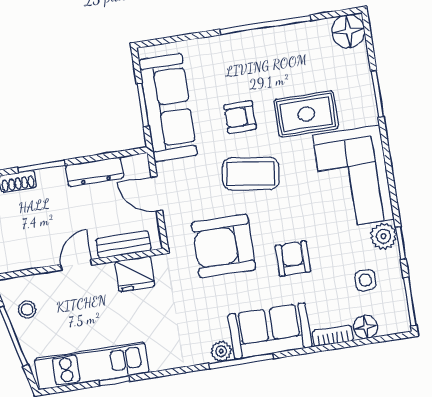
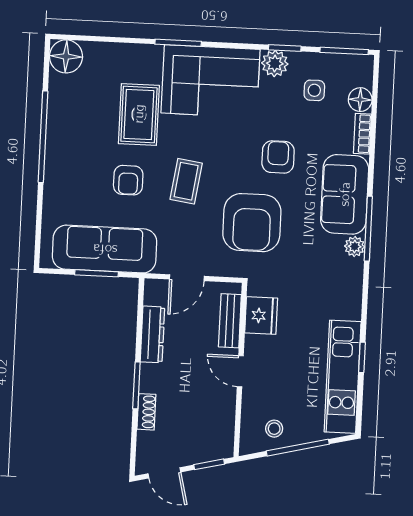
window: (377, 94) -> (178, 43), moved
coffee table: (251, 174) -> (186, 181), width x0.73, depth x0.77
armchair: (293, 258) -> (278, 157), turned 90

